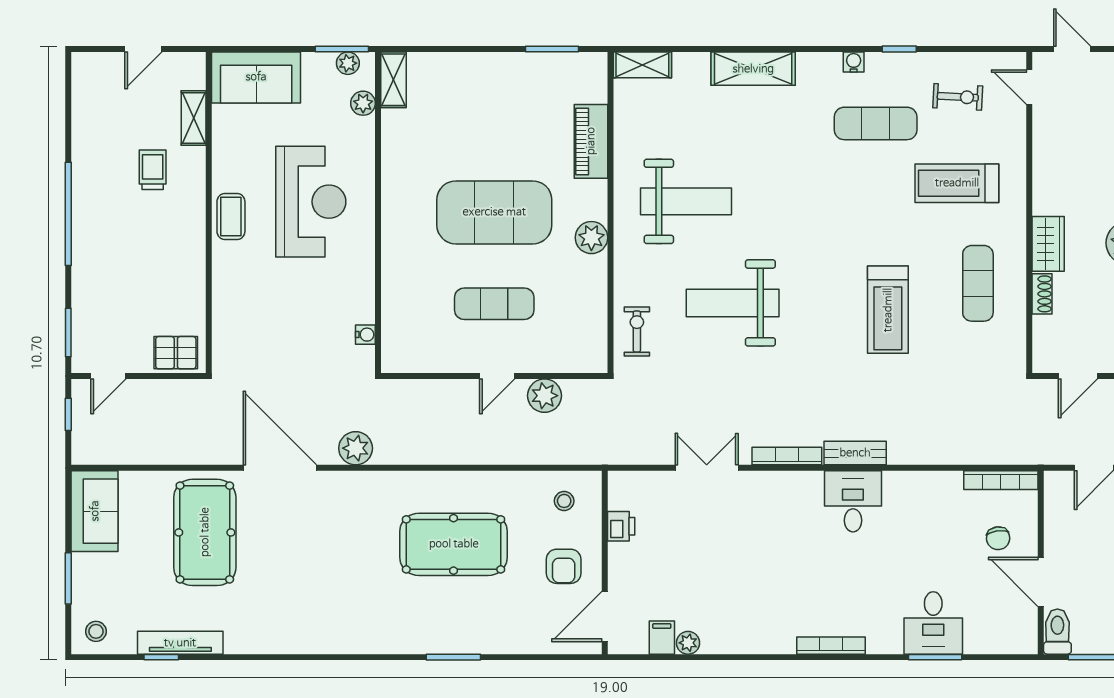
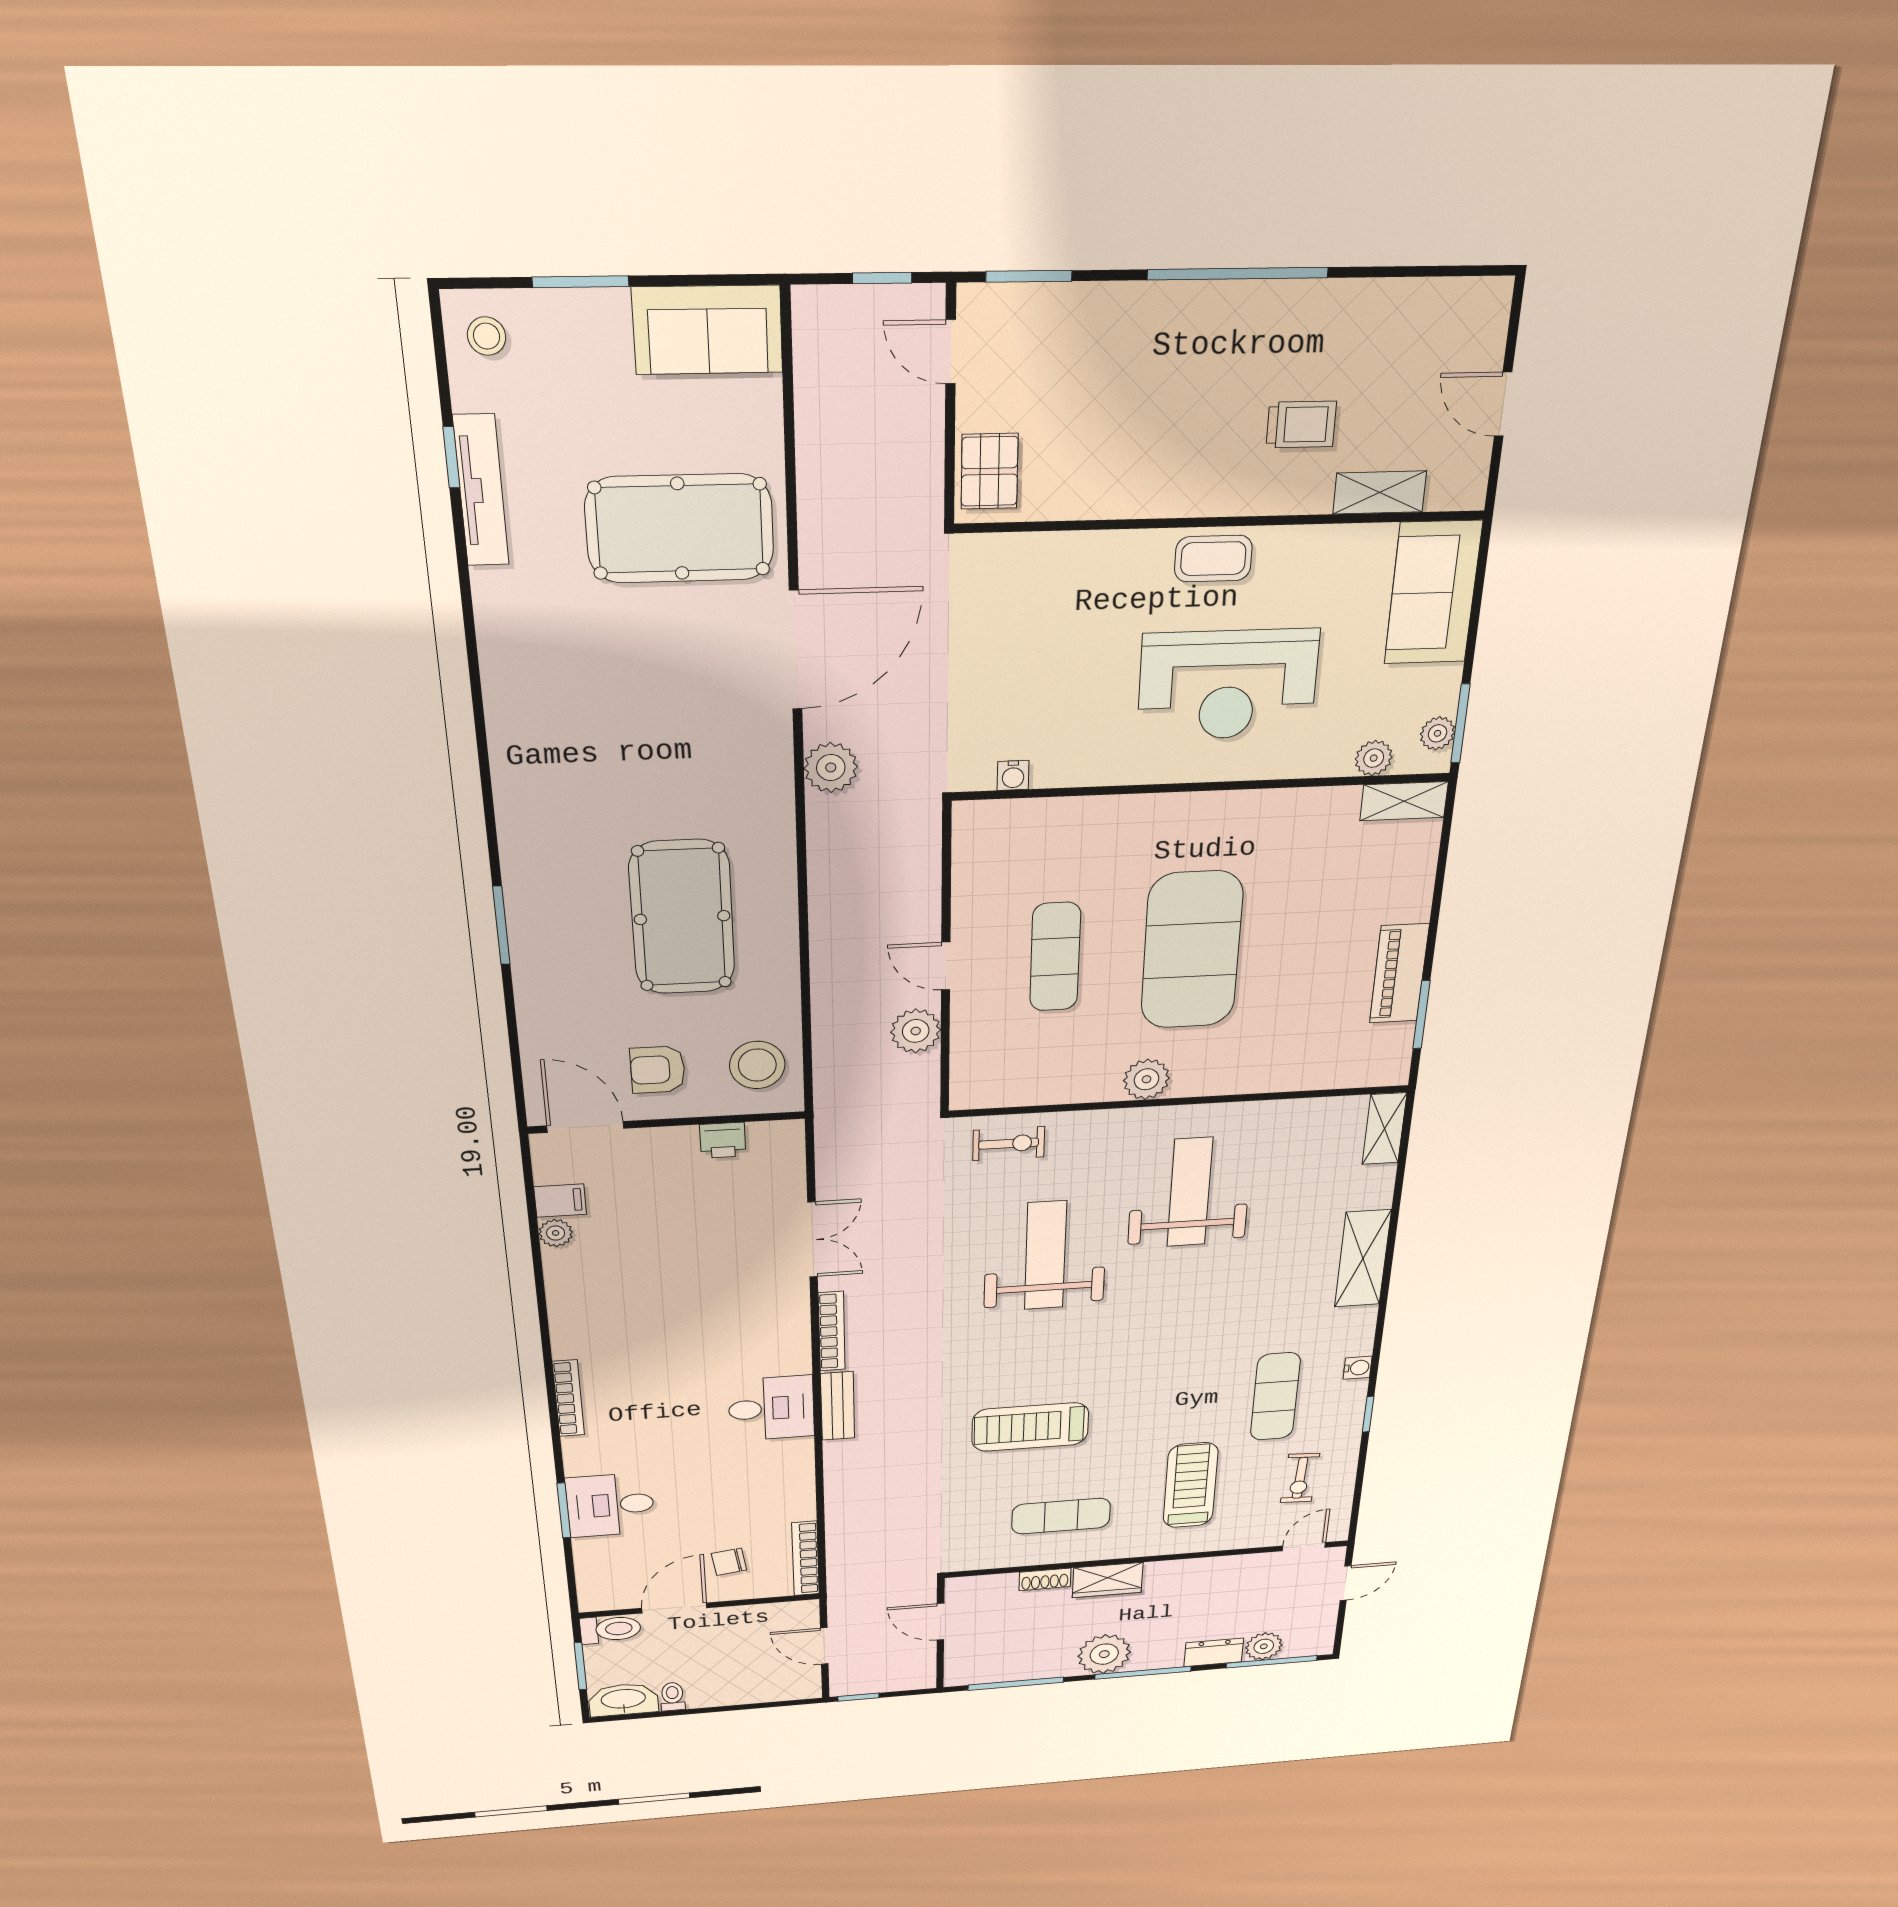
piano: (591, 141) -> (1399, 974), moved, turned -90
weight bench: (686, 201) -> (1190, 1192), turned 180
stool: (564, 501) -> (757, 1065), width x1.89, depth x1.89

